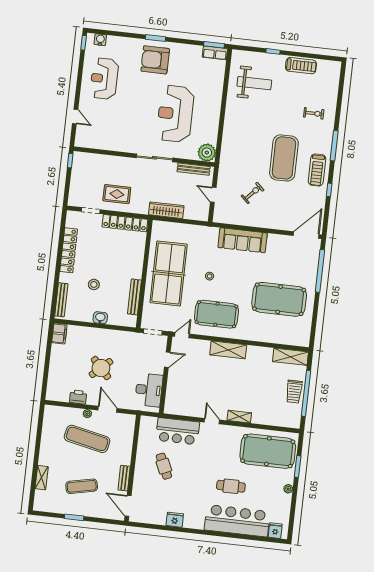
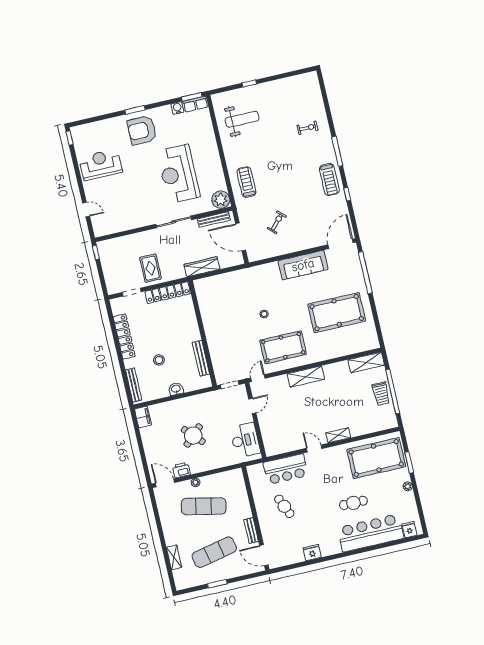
water cooler: (100, 40) -> (177, 108), moved
treadmill: (301, 66) -> (246, 182), moved, turned -90
reception desk: (104, 79) -> (101, 165), turned 90
exercise mat: (284, 158) -> (294, 179), removed
rug: (117, 194) -> (151, 268), turned 90
door: (213, 195) -> (241, 237), width x1.87
sofa: (243, 240) -> (303, 265), moved
table tennis table: (169, 273) -> (225, 325), removed
door: (107, 409) -> (165, 483), moved
exercise mat: (82, 486) -> (214, 552), width x1.36, depth x1.45

